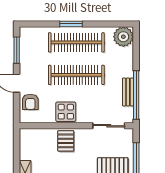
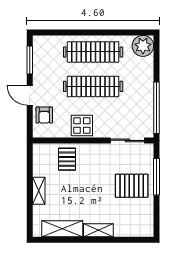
window: (71, 24) -> (87, 32), removed
bench: (128, 92) -> (148, 105), removed
pallet: (66, 141) -> (67, 159), moved

